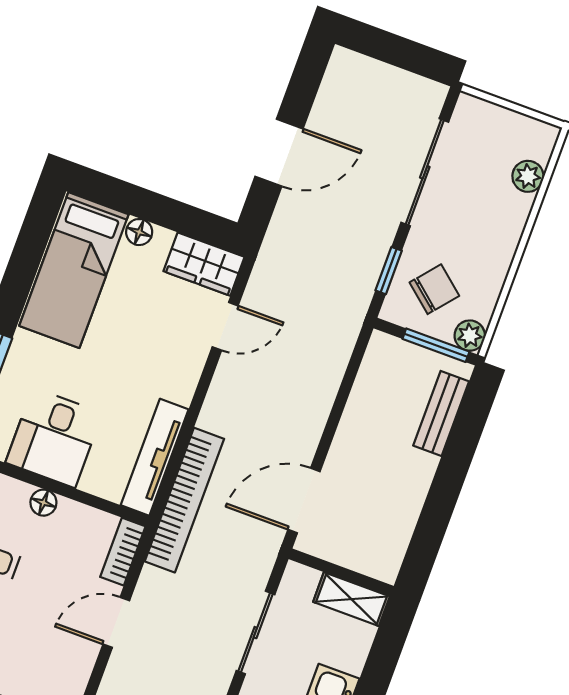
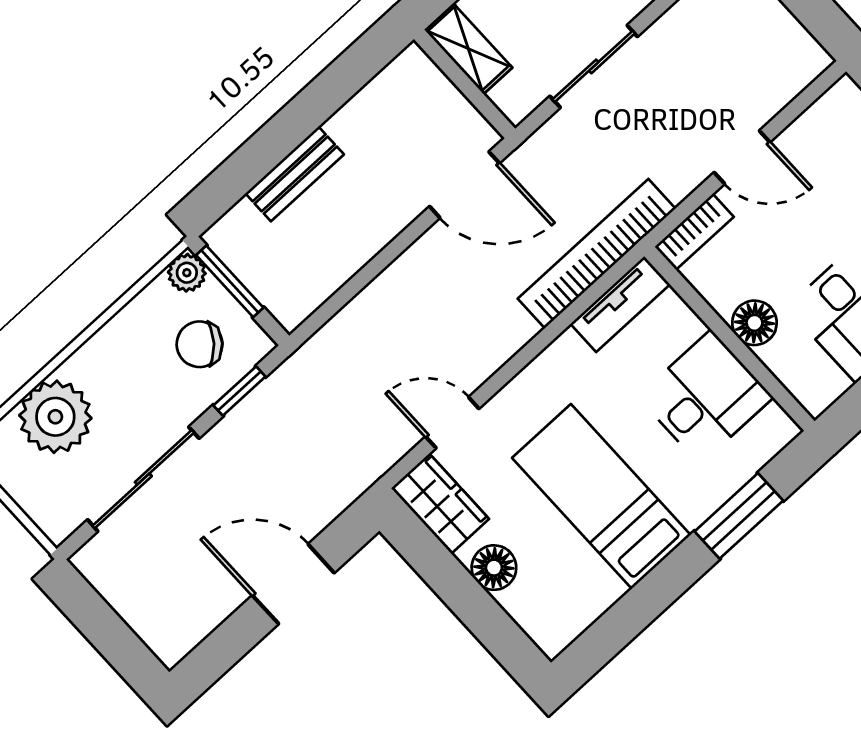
plant: (528, 176) -> (55, 417), width x1.88, depth x1.88
floor lamp: (139, 232) -> (494, 568), width x1.37, depth x1.37
bed: (74, 270) -> (601, 496), moved, turned -90
bench: (441, 413) -> (295, 174), moved
tv unit: (155, 457) -> (620, 304), width x0.71
floor lamp: (43, 503) -> (754, 323), width x1.37, depth x1.37

